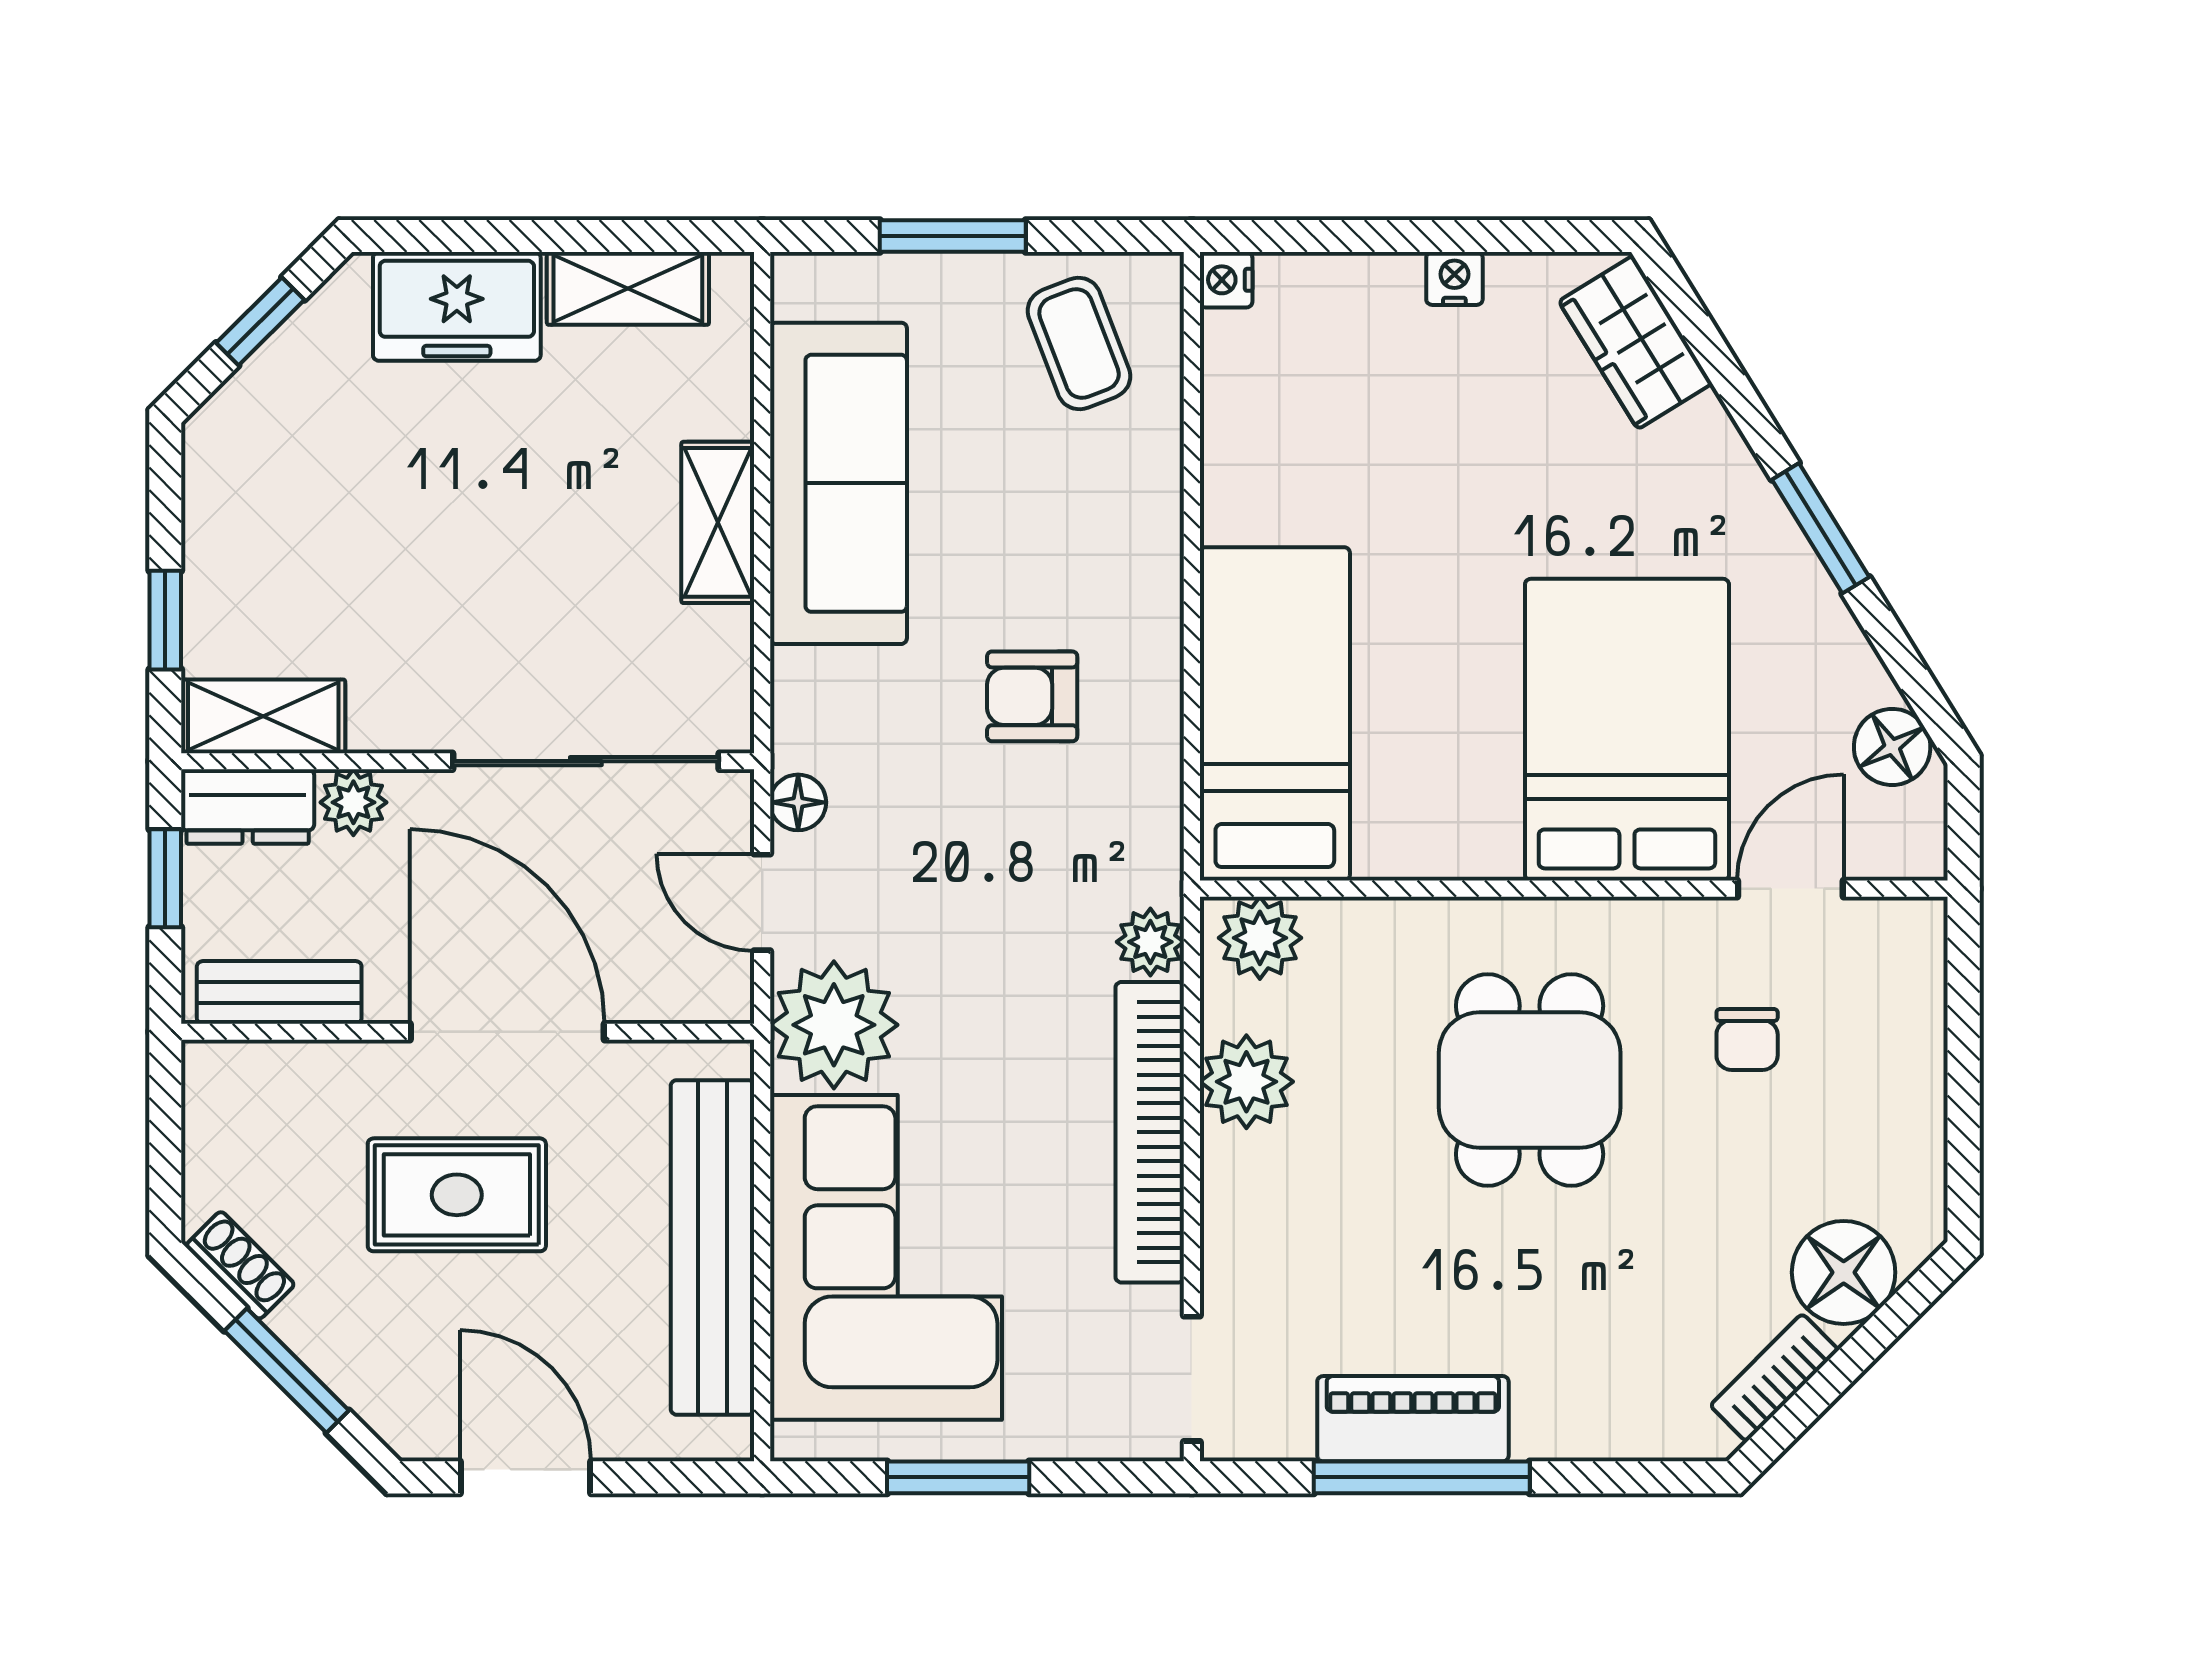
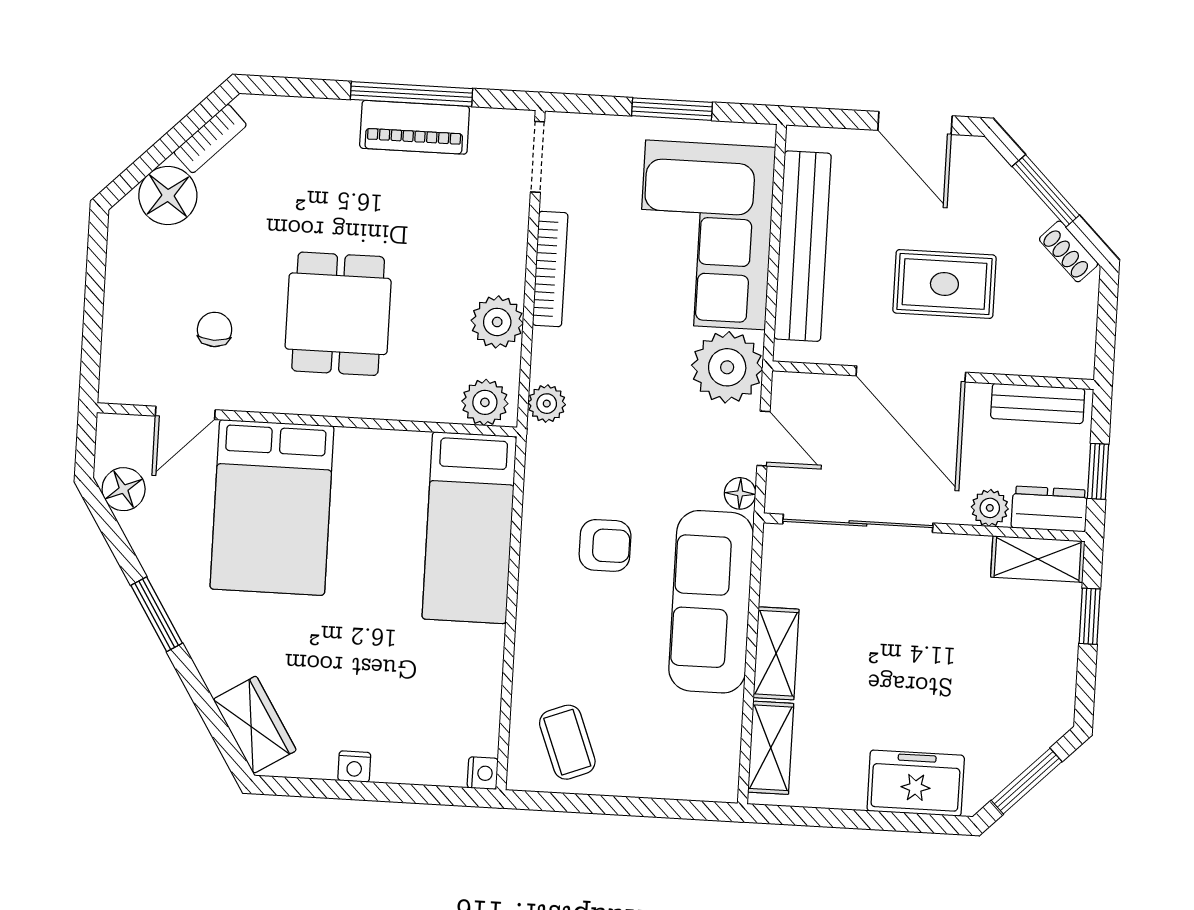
window: (953, 236) -> (635, 807), removed
shelving: (628, 288) -> (771, 748), moved, turned 90
window: (260, 321) -> (1027, 781), width x1.50
sofa: (838, 483) -> (711, 602), moved
bookcase: (1150, 1132) -> (550, 269), width x0.68, depth x0.76

